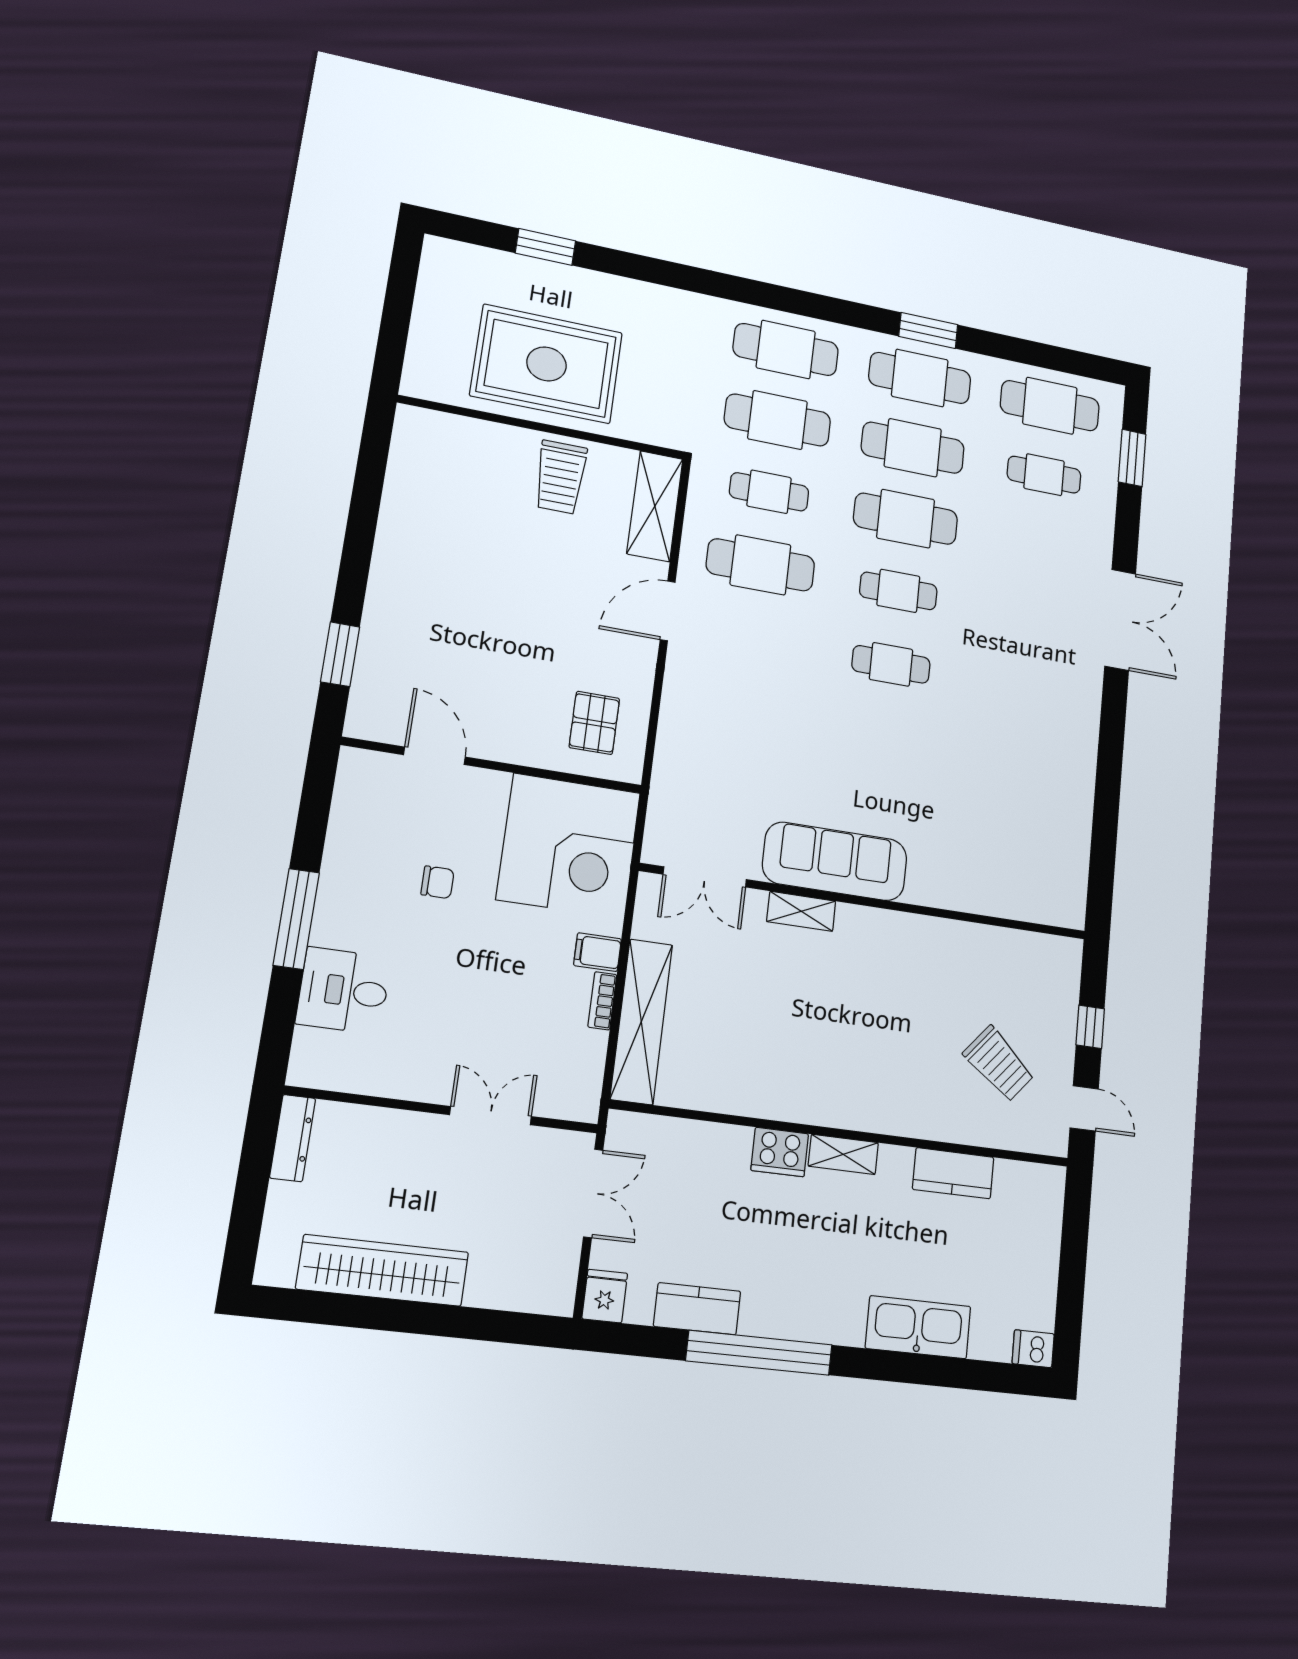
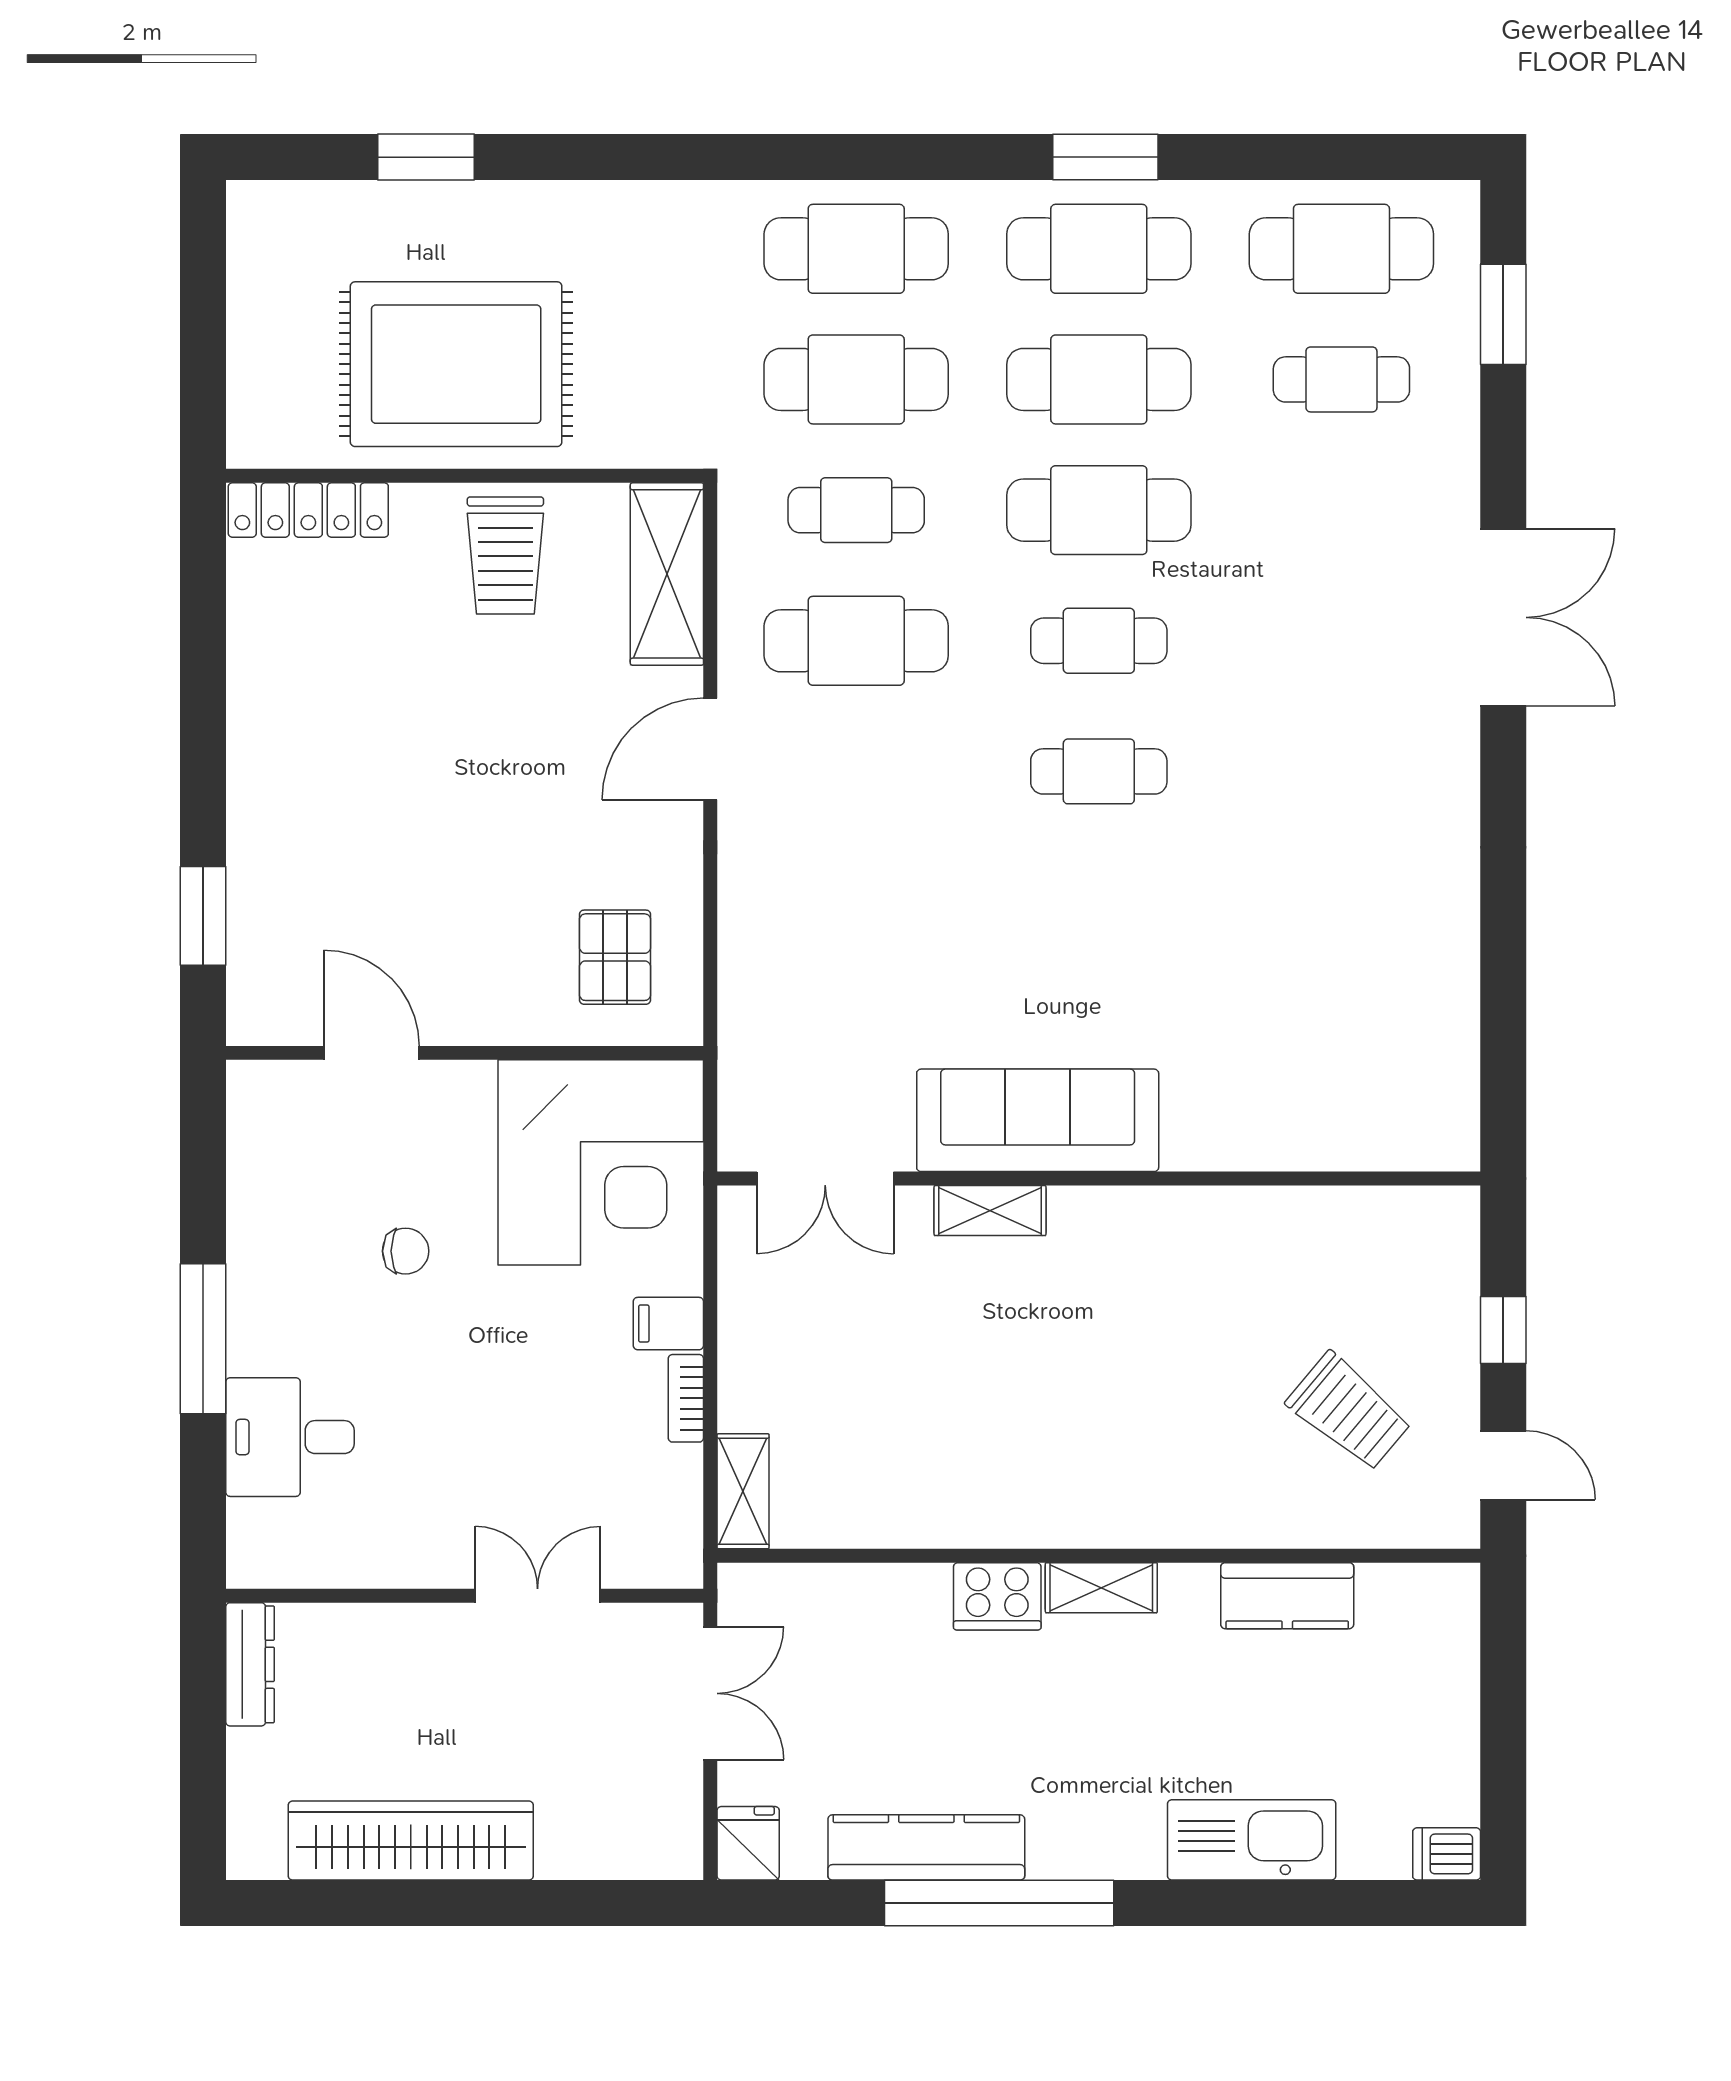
locker: (445, 428) -> (308, 510), added
shelving: (641, 1022) -> (743, 1491), width x0.45, depth x0.75
kitchen counter: (697, 1309) -> (926, 1847), width x1.50

